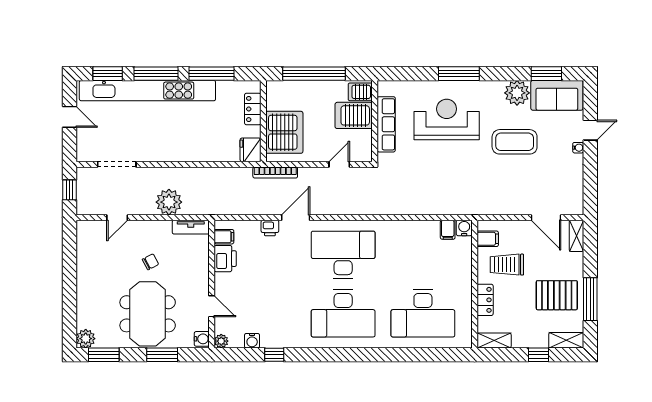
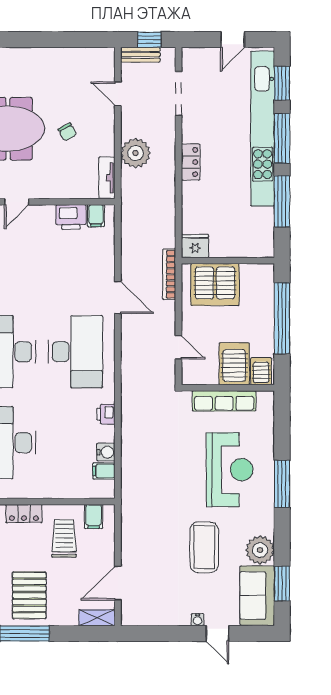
locker: (253, 109) -> (191, 162), moved, turned 90
bench: (83, 198) -> (140, 55), added
printer: (270, 228) -> (106, 414), moved
water cooler: (464, 228) -> (106, 452), moved

